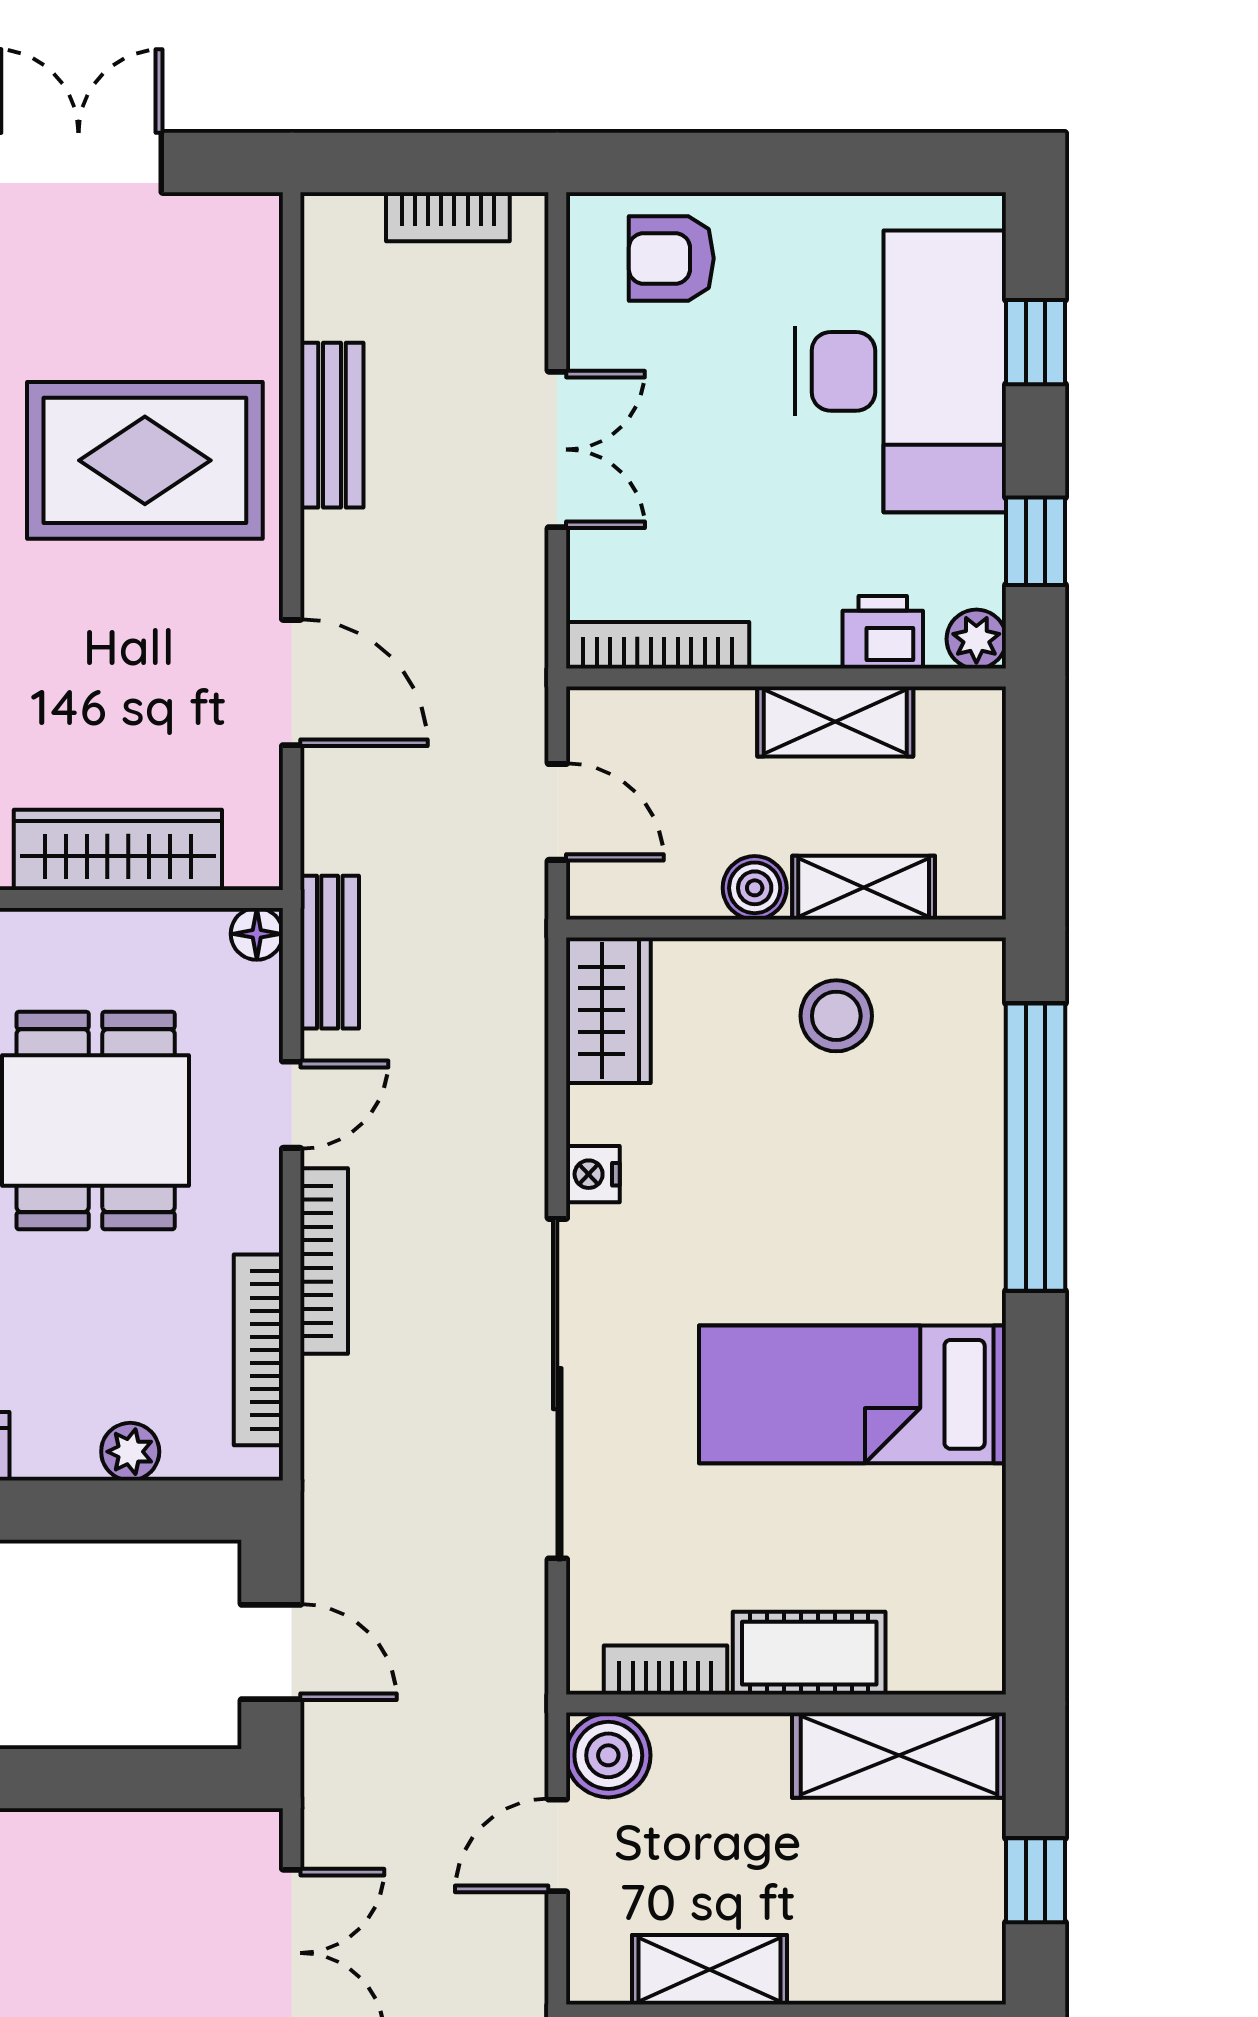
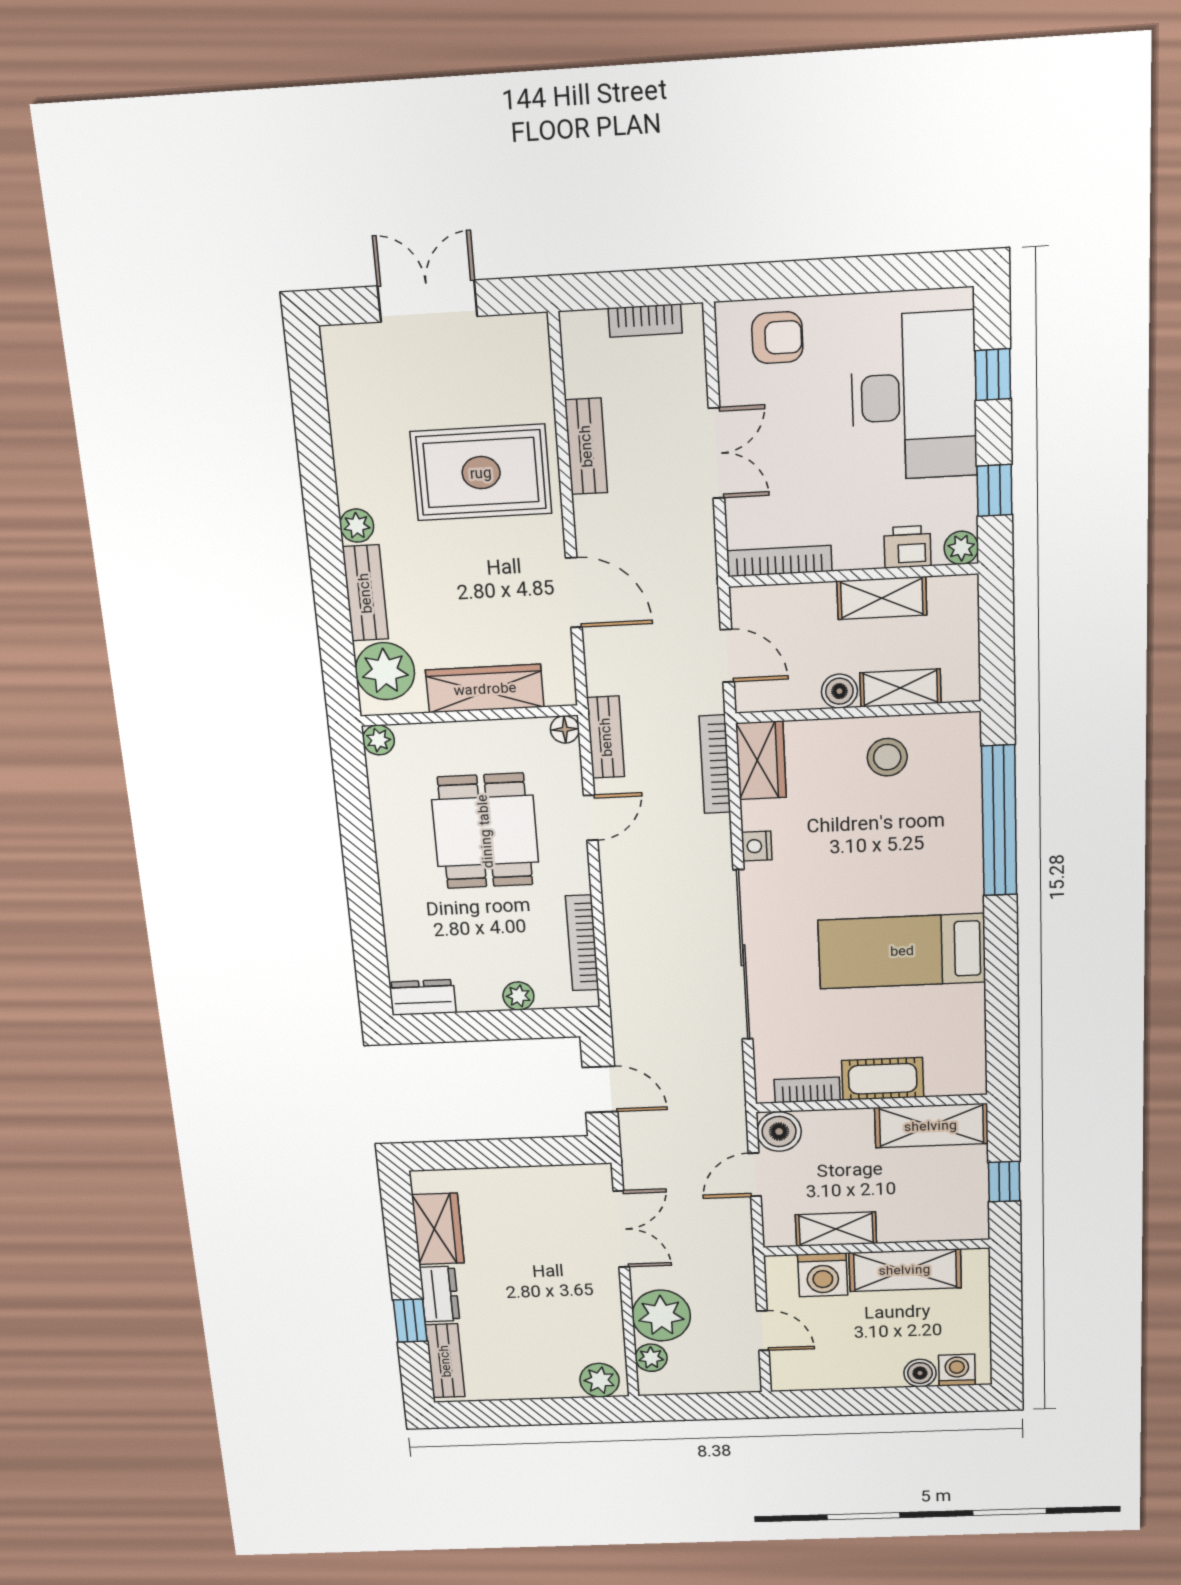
armchair: (671, 258) -> (777, 338), turned 180
bookcase: (324, 1261) -> (715, 764), moved, turned 180

